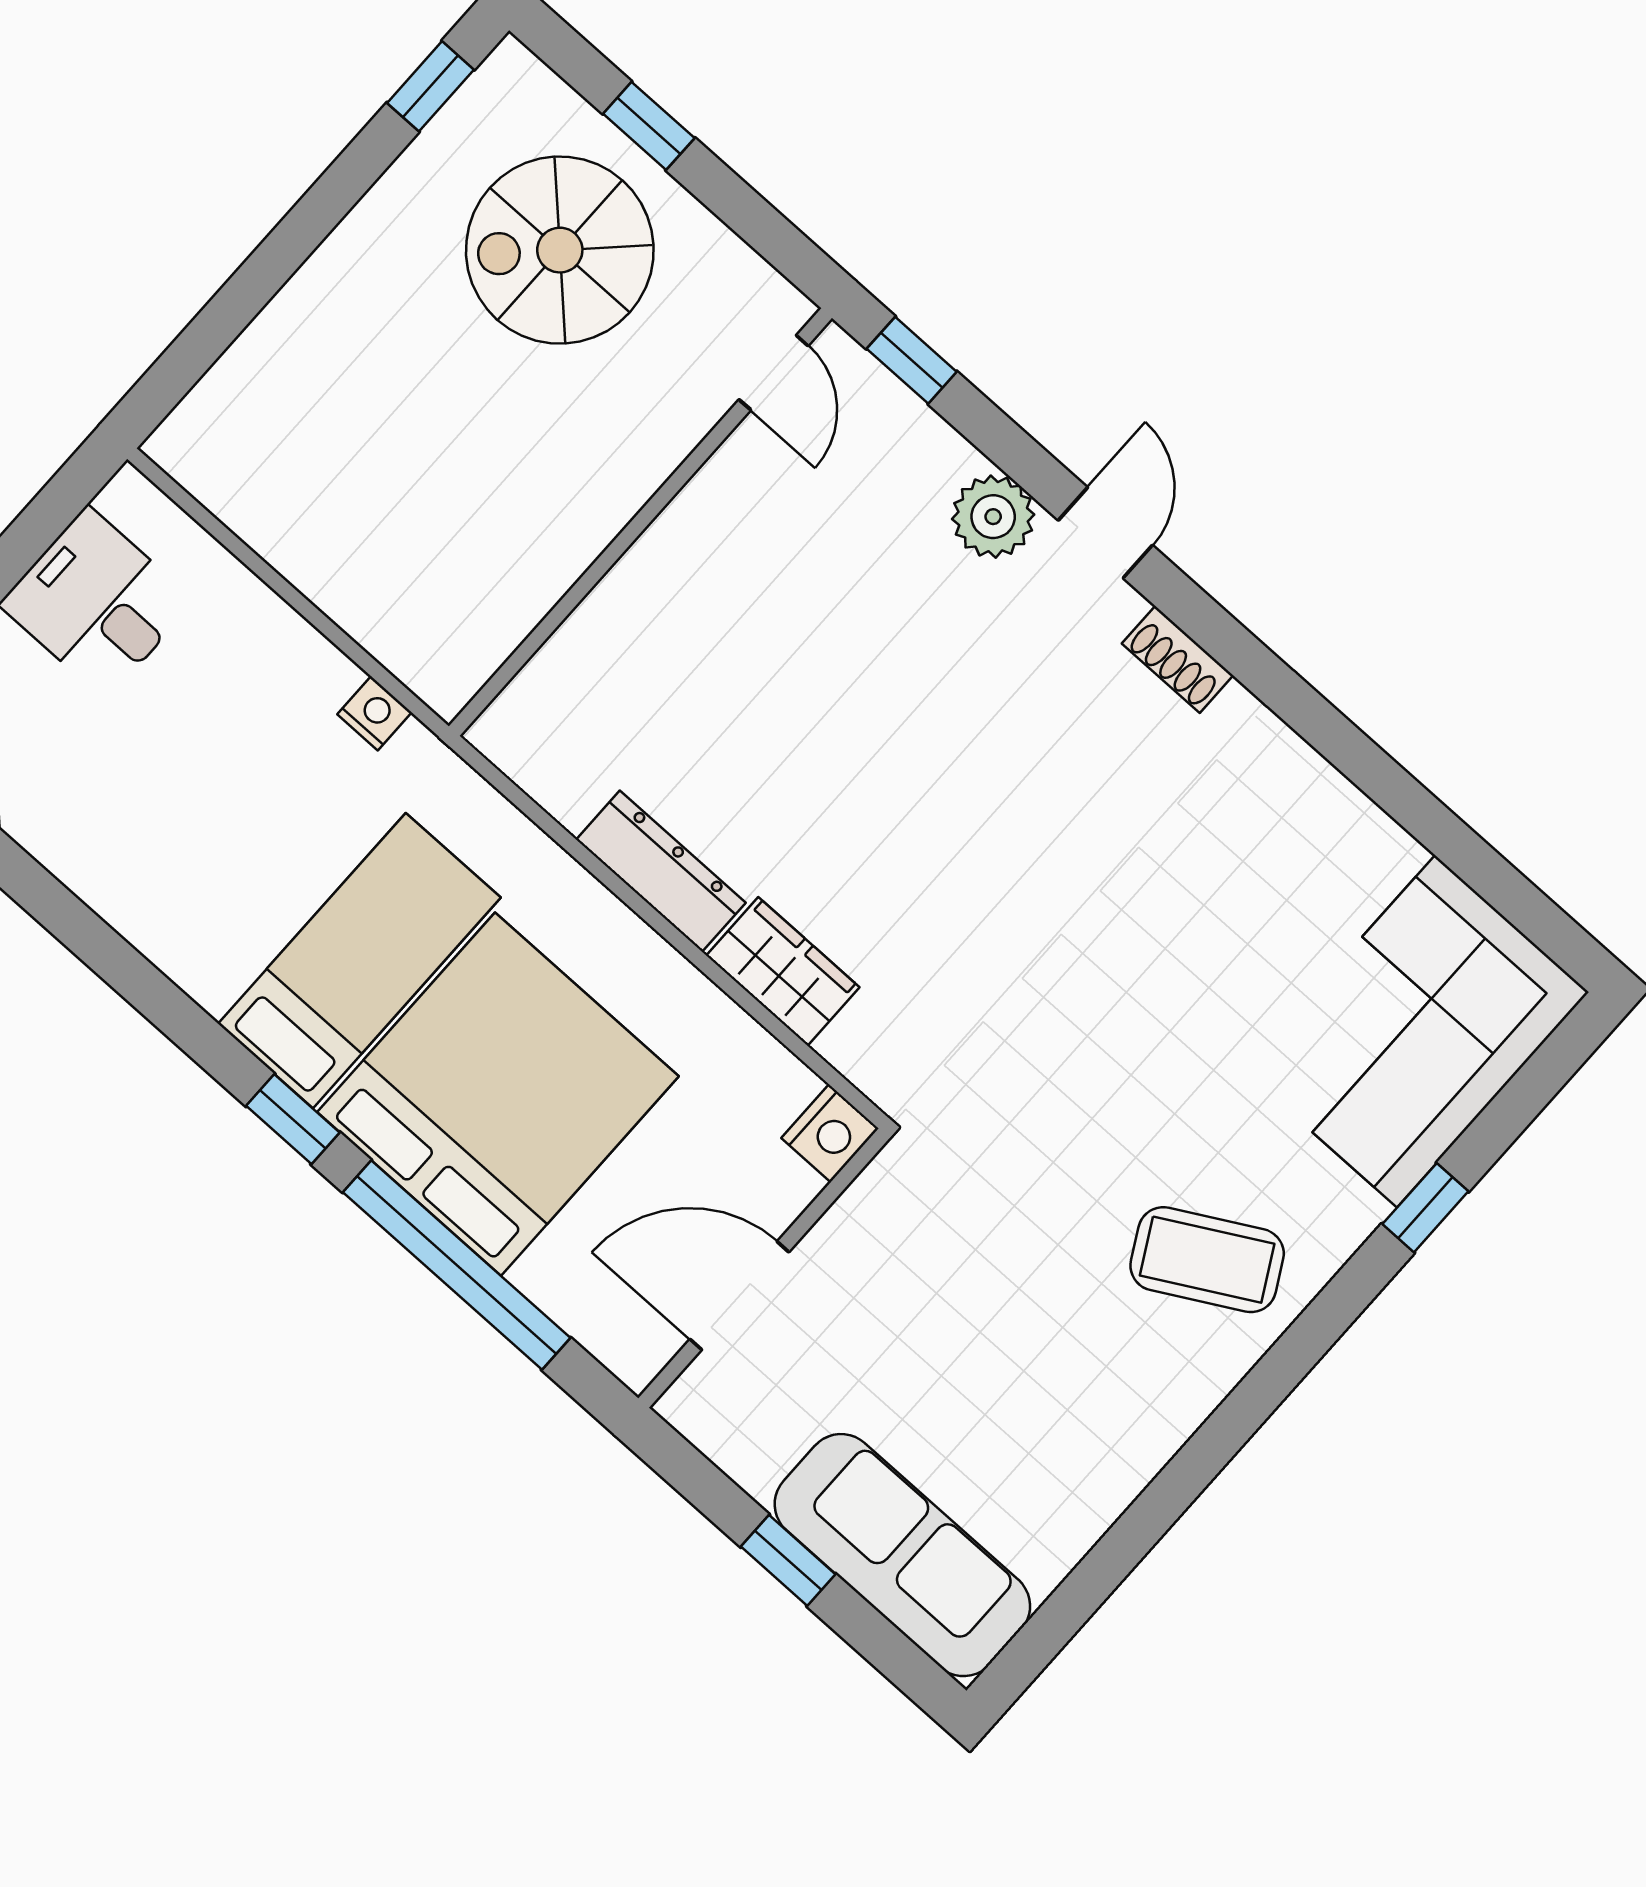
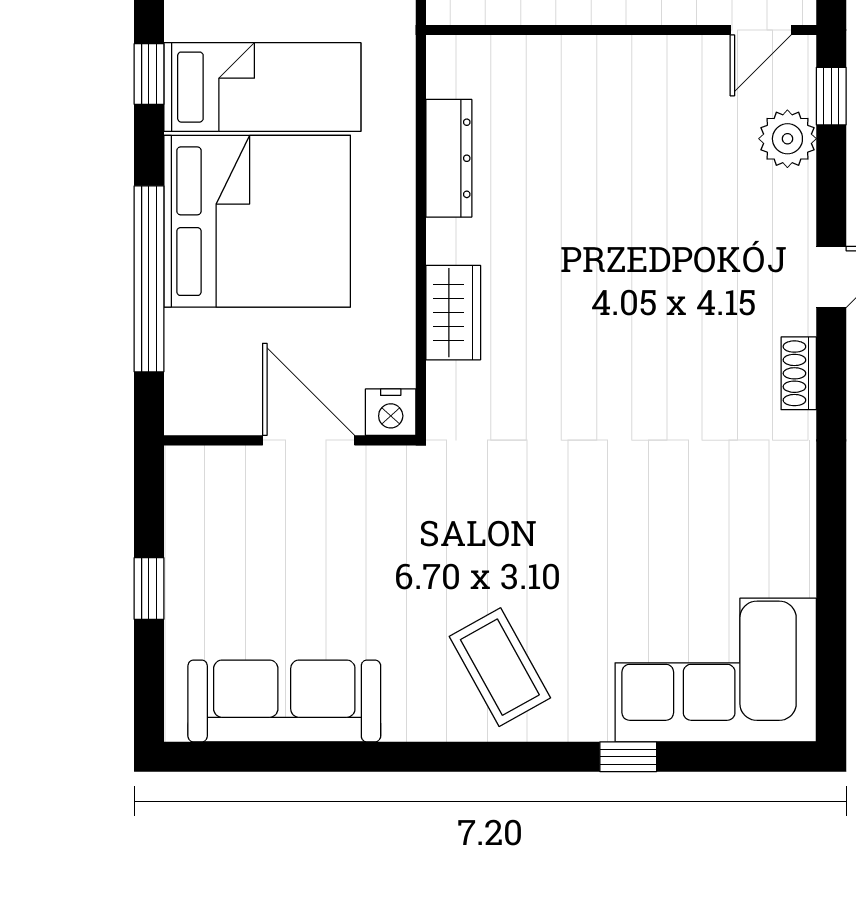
plant: (993, 517) -> (787, 139), moved
dresser: (661, 871) -> (449, 158), moved
window: (293, 1119) -> (149, 74), moved
door: (739, 1296) -> (309, 440), moved
sofa: (902, 1555) -> (284, 701), moved, turned -90

